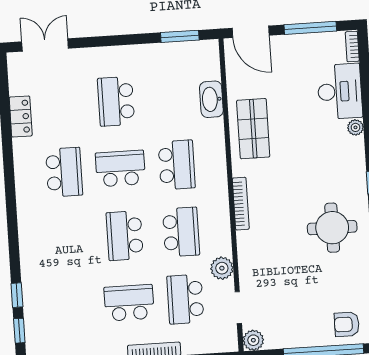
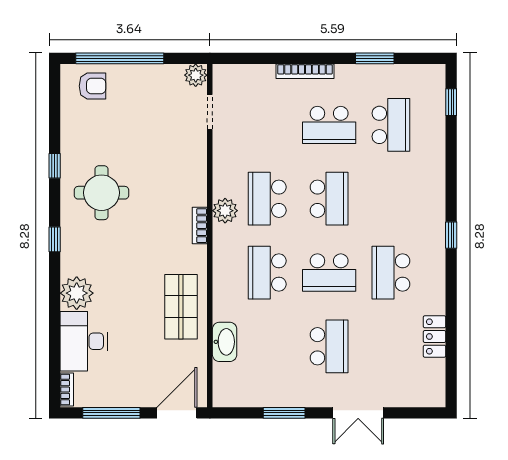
door: (251, 32) -> (177, 413), hinge flipped
window: (180, 36) -> (284, 413), moved
double door: (45, 45) -> (358, 413), moved
plant: (355, 127) -> (77, 293), width x1.87, depth x1.87
bookcase: (241, 204) -> (200, 226), width x0.64
plant: (222, 268) -> (225, 211), moved
window: (17, 295) -> (451, 235), moved
school desk: (185, 299) -> (391, 125), moved

